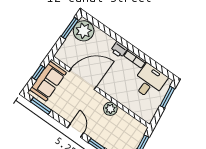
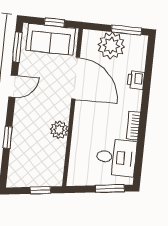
plant: (84, 31) -> (111, 46), moved
printer: (119, 50) -> (136, 80), moved
door: (76, 130) -> (13, 86), moved

